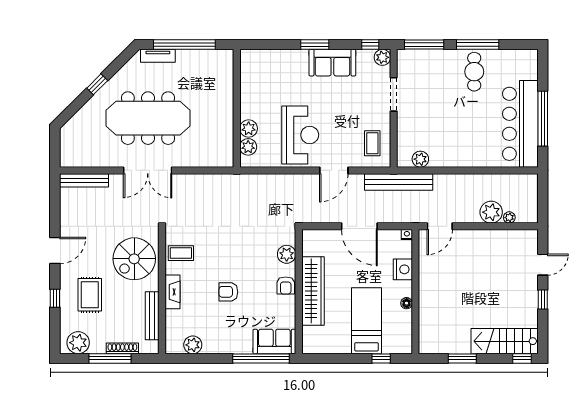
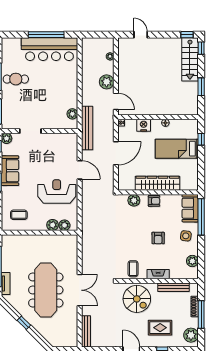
coffee table: (372, 143) -> (19, 215), moved
plant: (491, 212) -> (107, 82), moved
window: (543, 299) -> (187, 35), moved
side table: (232, 335) -> (186, 236), added

